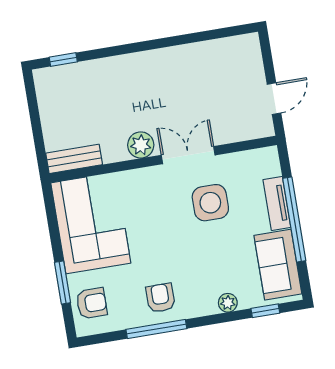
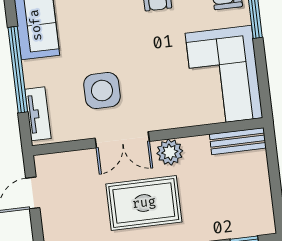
rug: (164, 94) -> (144, 203), added
tv unit: (277, 203) -> (38, 114), moved

